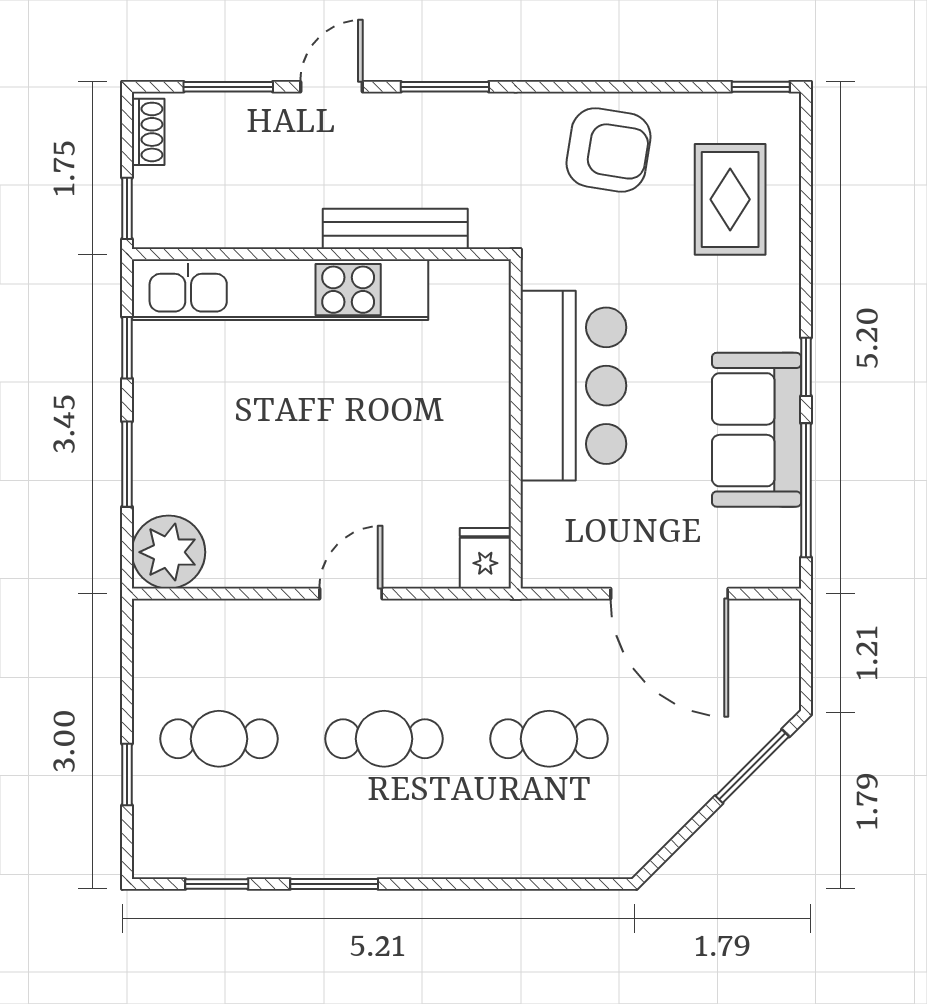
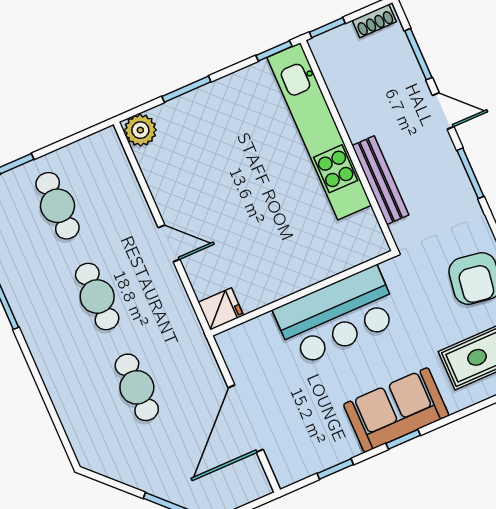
window: (127, 348) -> (274, 51), moved
sofa: (757, 430) -> (396, 410), moved
window: (806, 490) -> (335, 469), width x0.46
plant: (169, 552) -> (140, 130), width x0.73, depth x0.73

